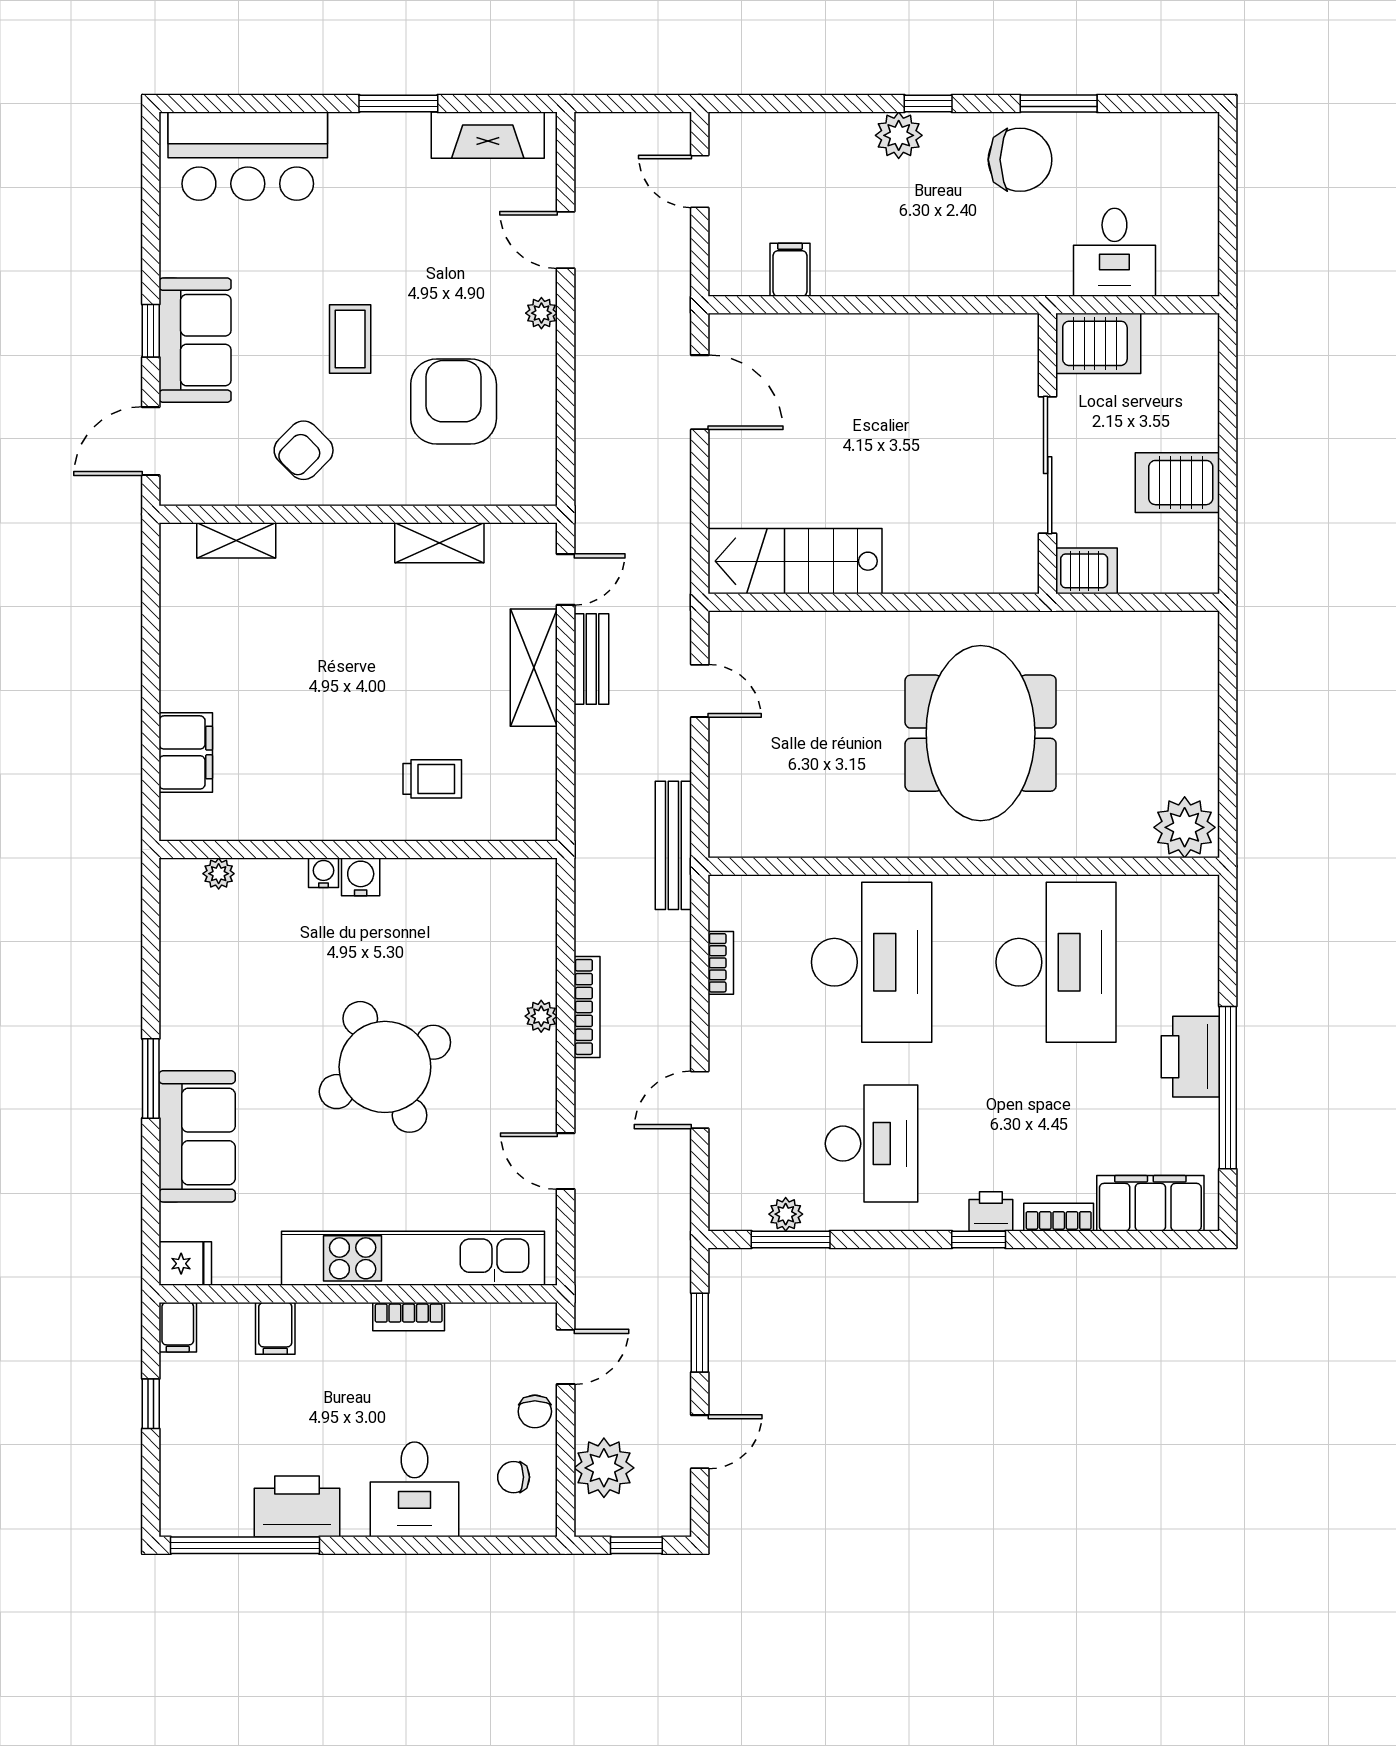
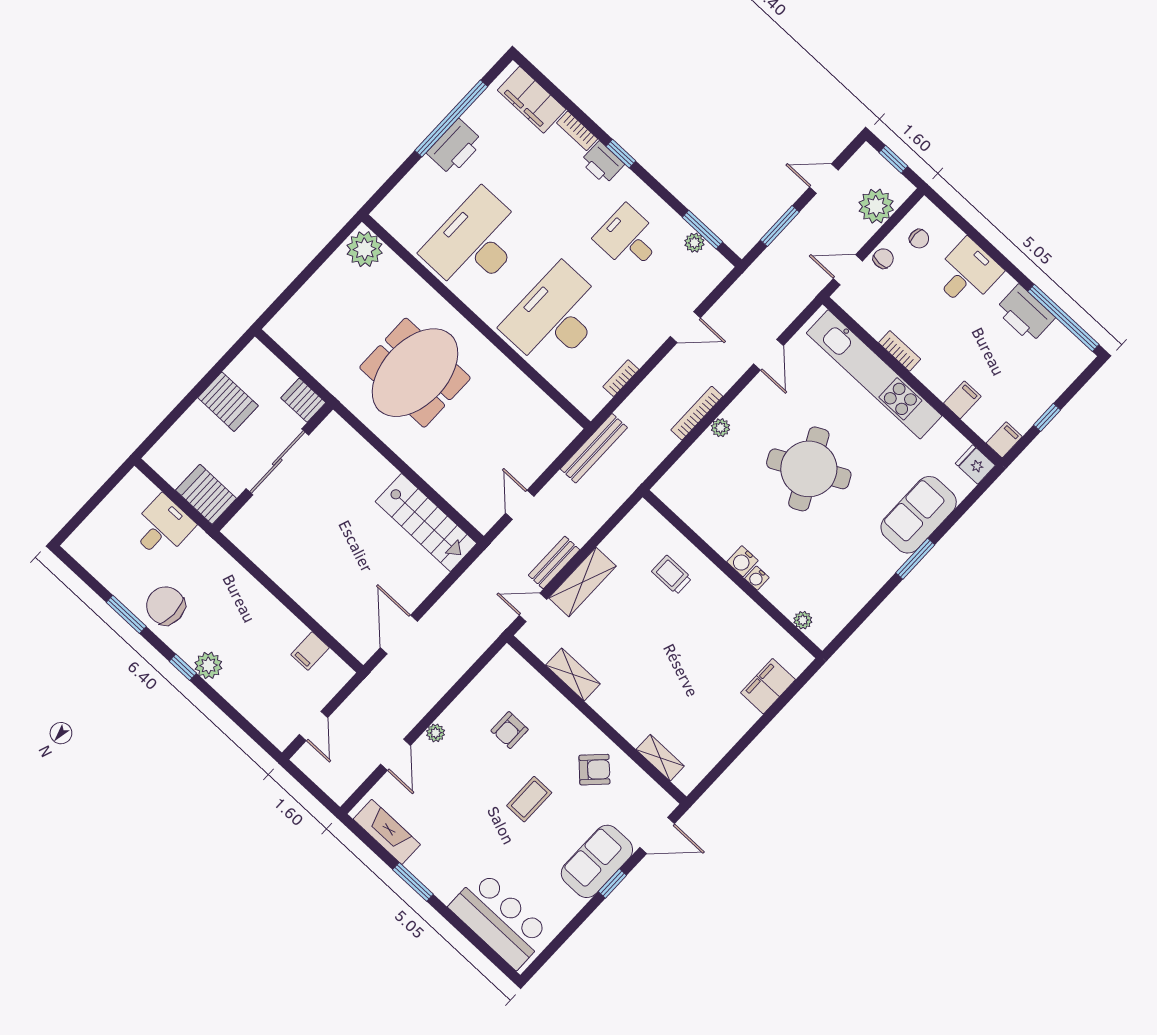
armchair: (454, 401) -> (510, 730), width x0.53, depth x0.53
desk: (872, 1144) -> (629, 239), width x0.73
printer: (991, 1211) -> (602, 163), width x1.36, depth x1.24

